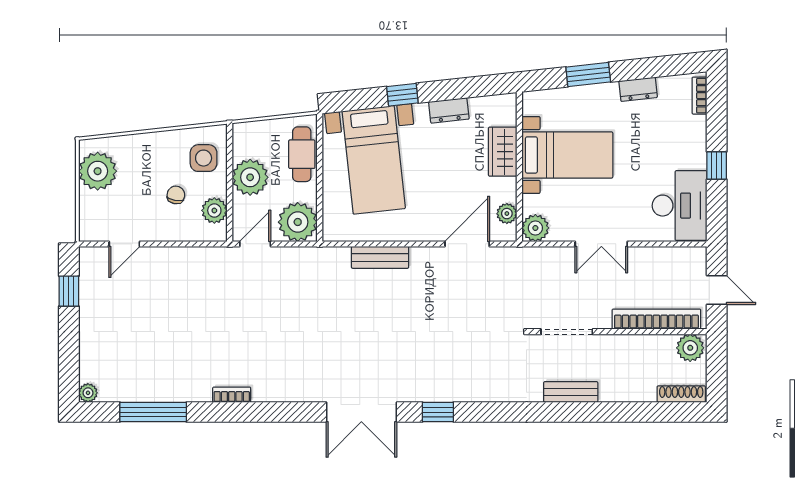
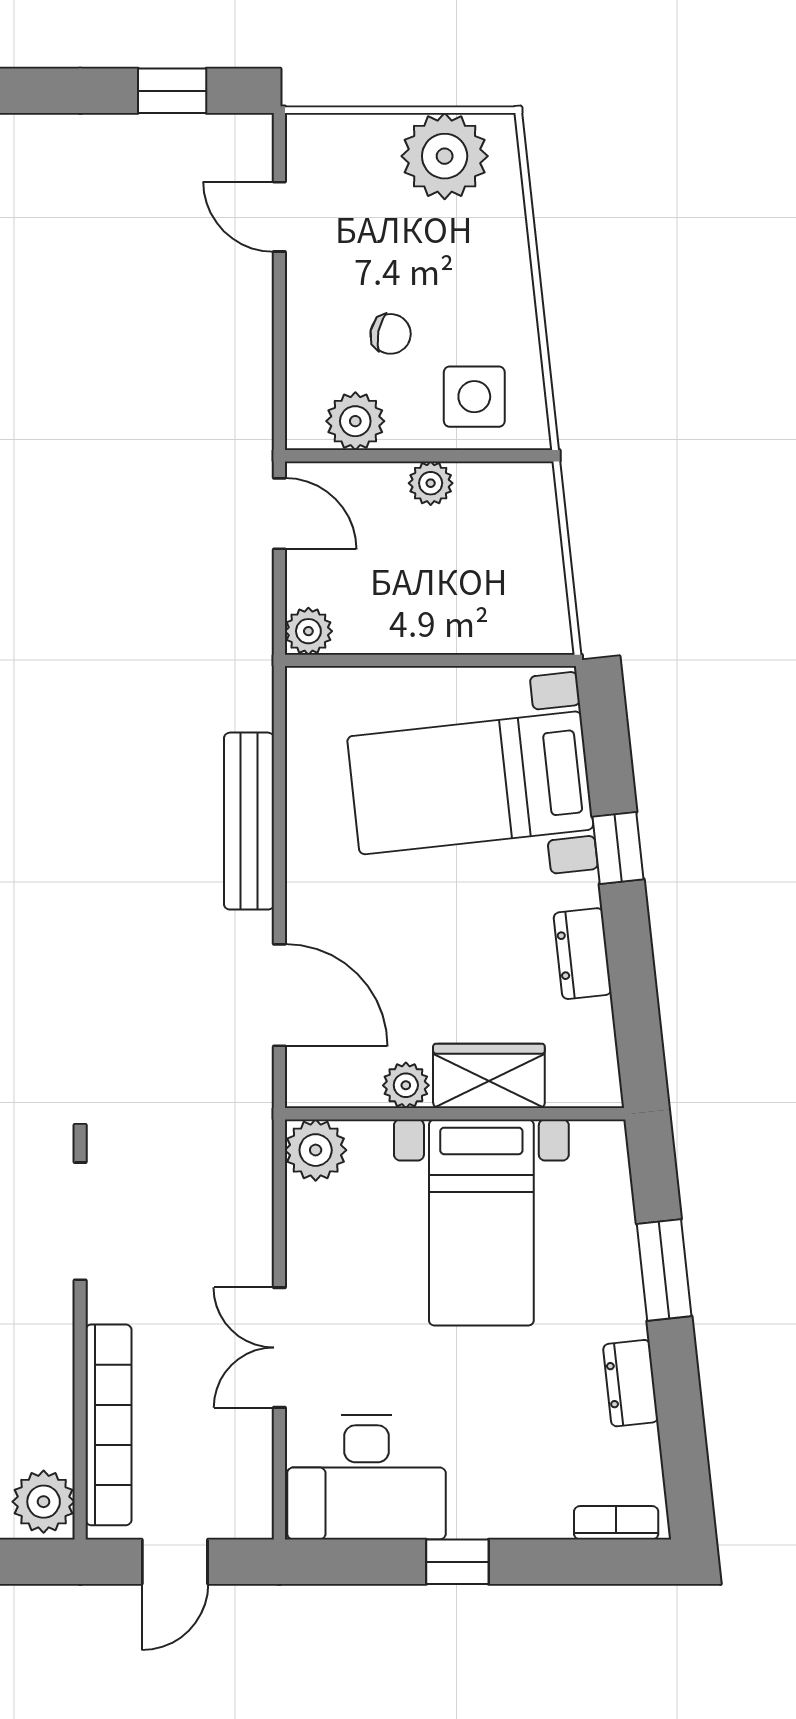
cafe table: (302, 154) -> (483, 620), removed
plant: (250, 177) -> (431, 483), width x0.53, depth x0.53
plant: (507, 214) -> (406, 1085), moved
plant: (298, 222) -> (308, 631), width x0.53, depth x0.53
double door: (601, 244) -> (279, 1348), moved
bench: (380, 257) -> (249, 821), width x1.36

